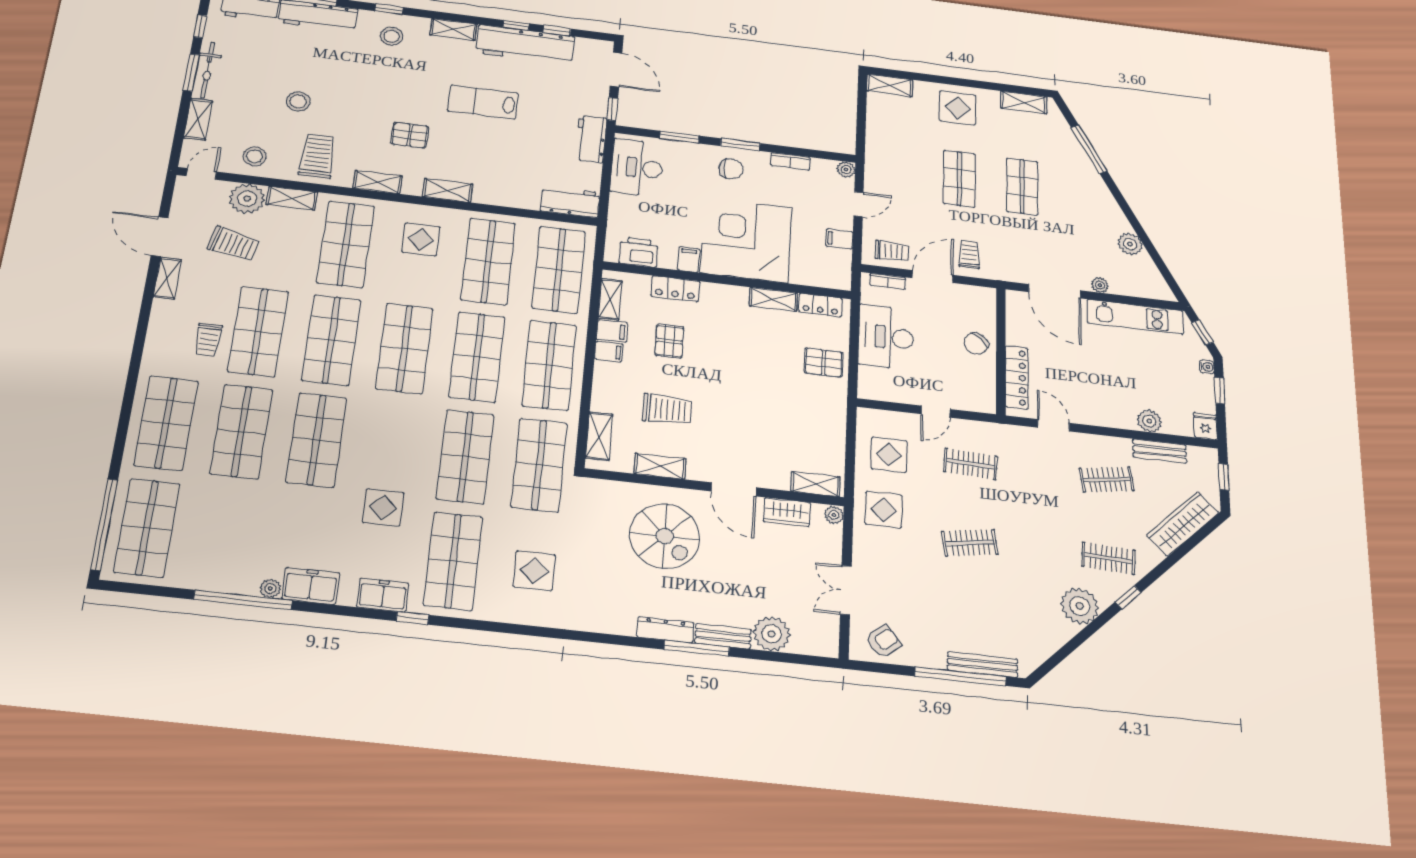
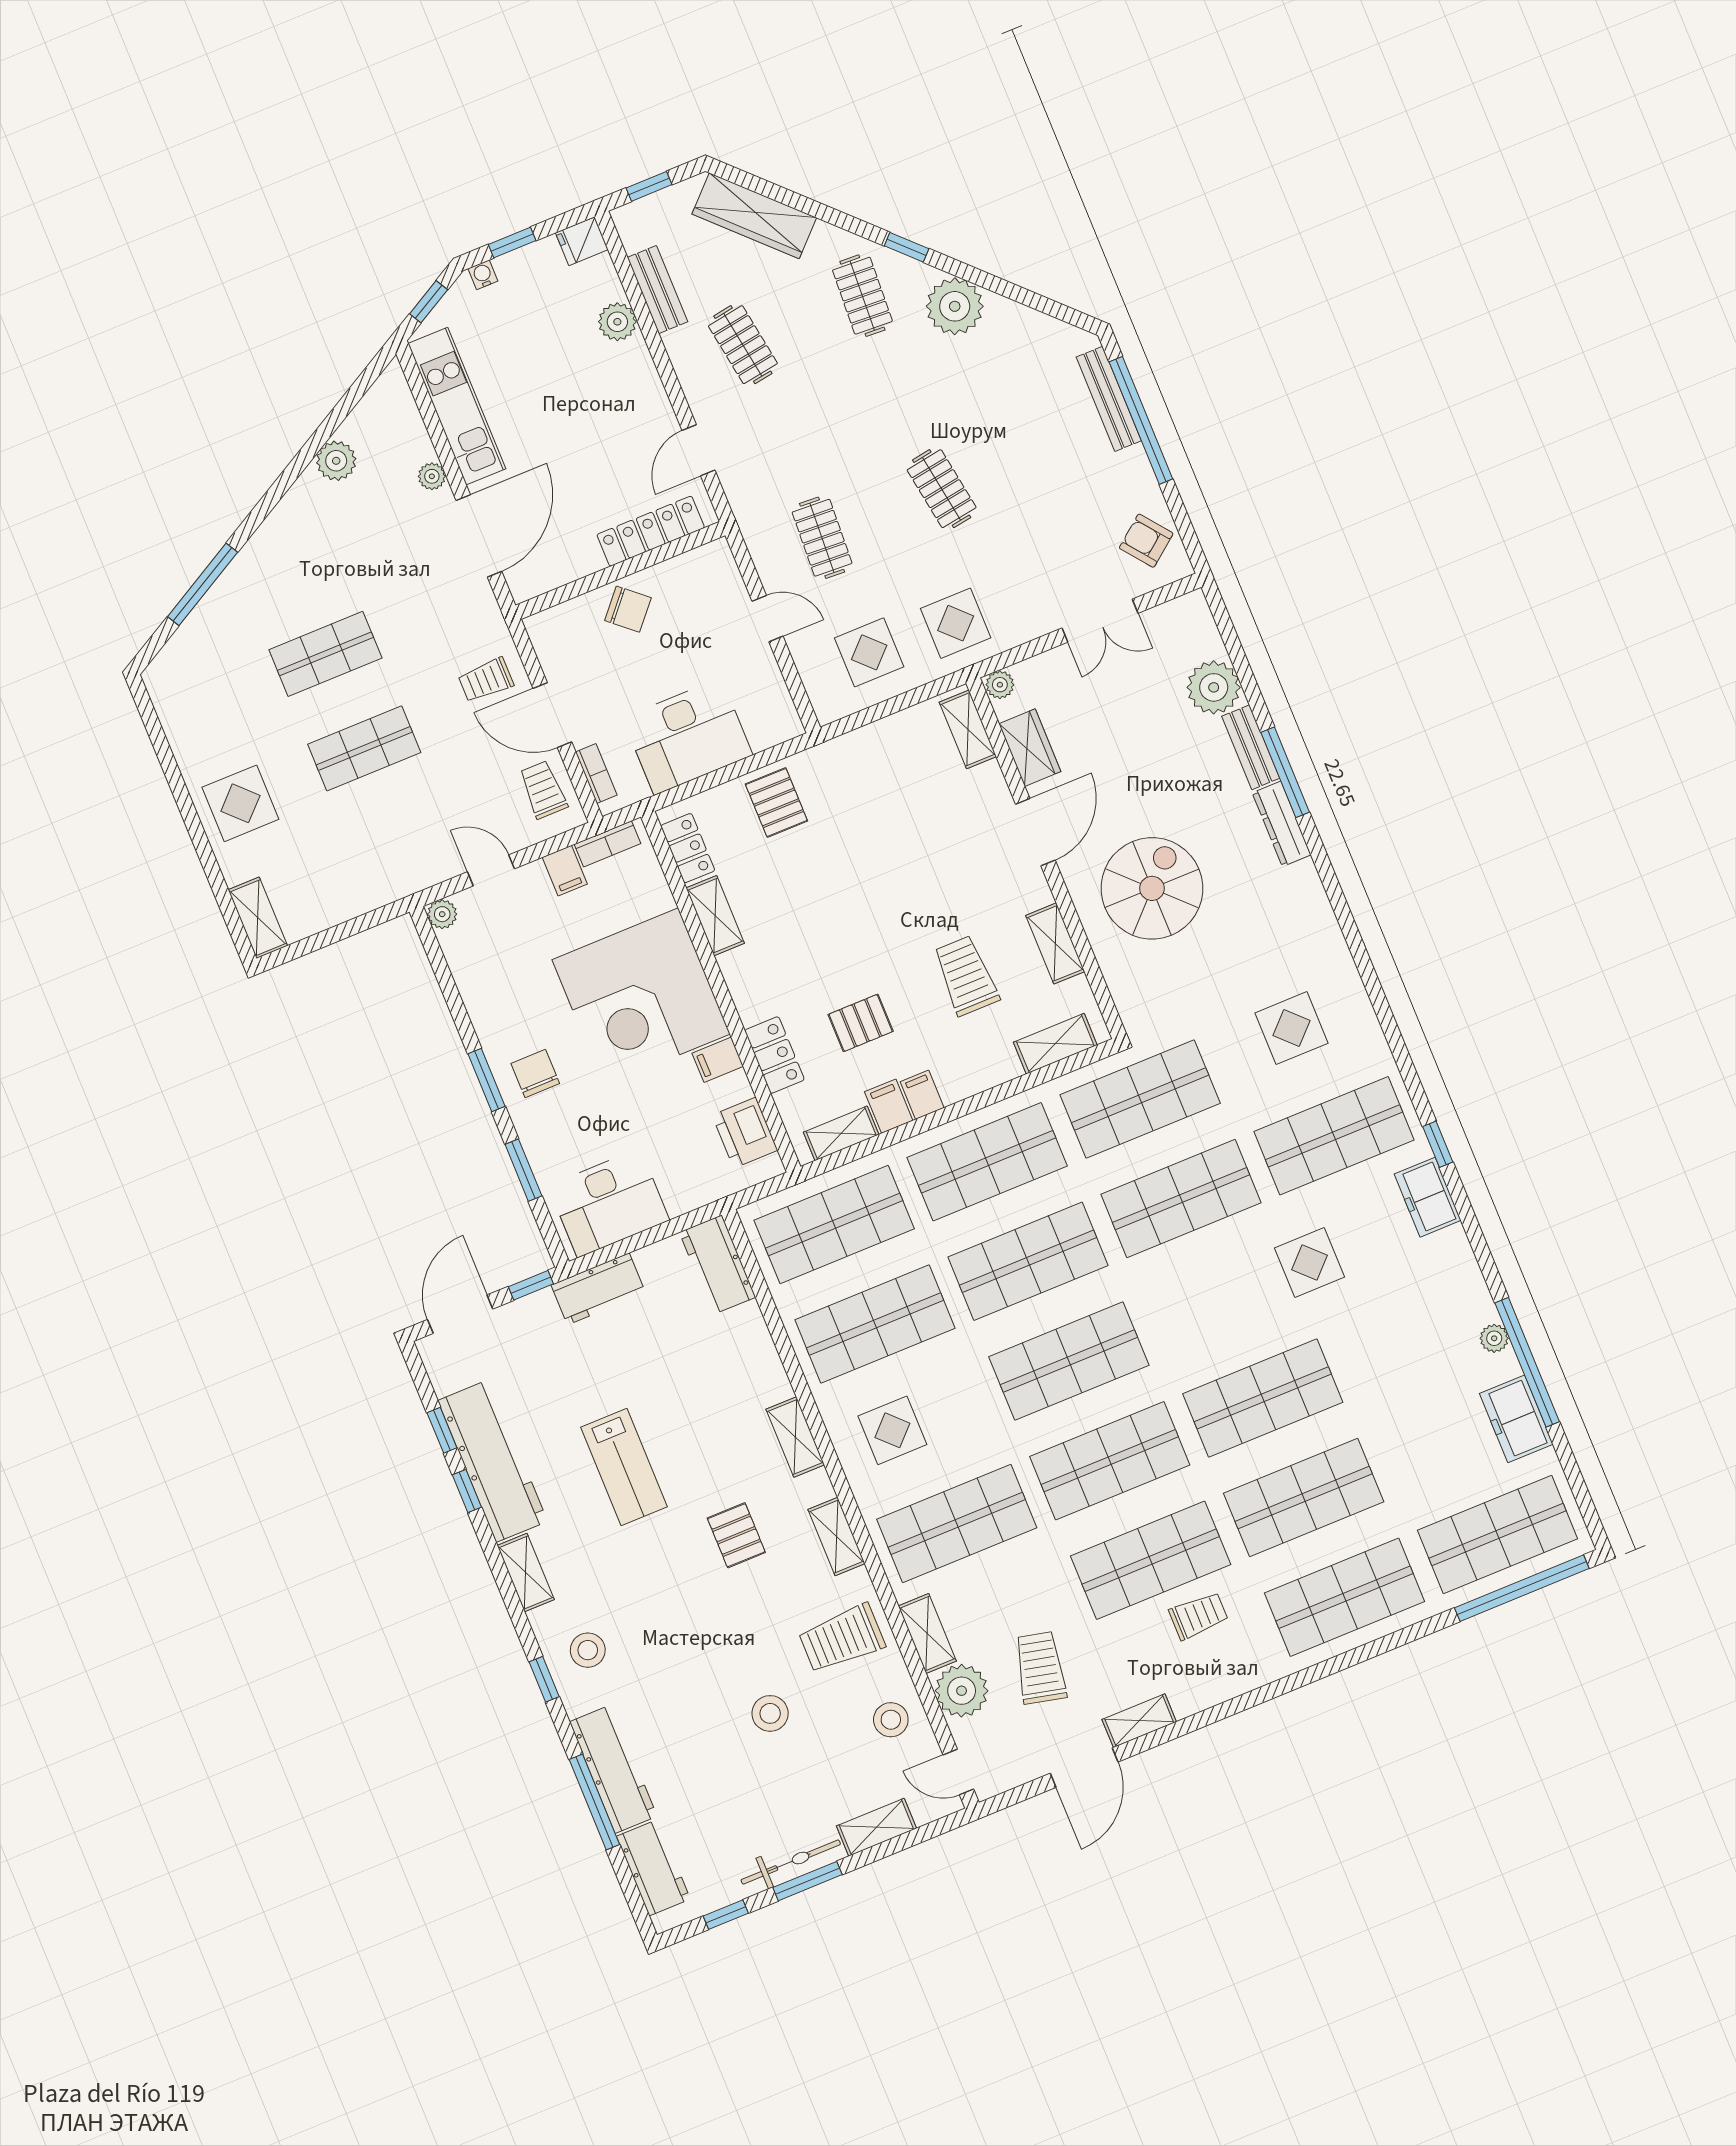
shelving: (1024, 102) -> (174, 713), removed
bookcase: (790, 161) -> (607, 844), moved, turned 90
freezer: (311, 586) -> (1516, 1419), moved

